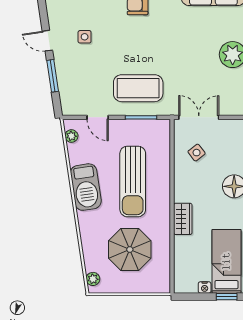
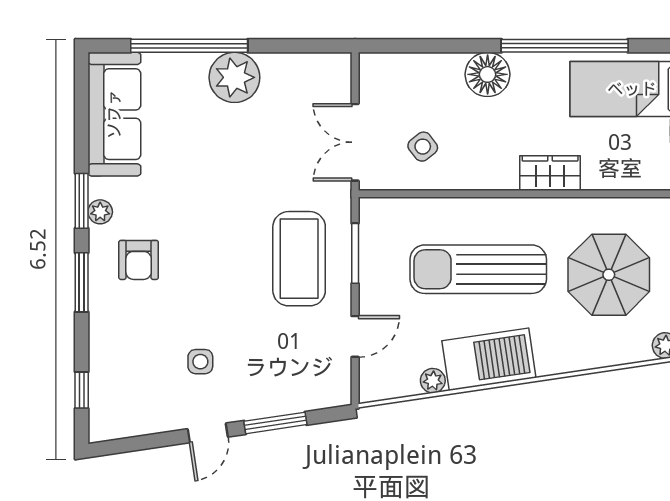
plant: (71, 136) -> (433, 381), moved
sun lounger: (133, 181) -> (478, 269), turned 180

